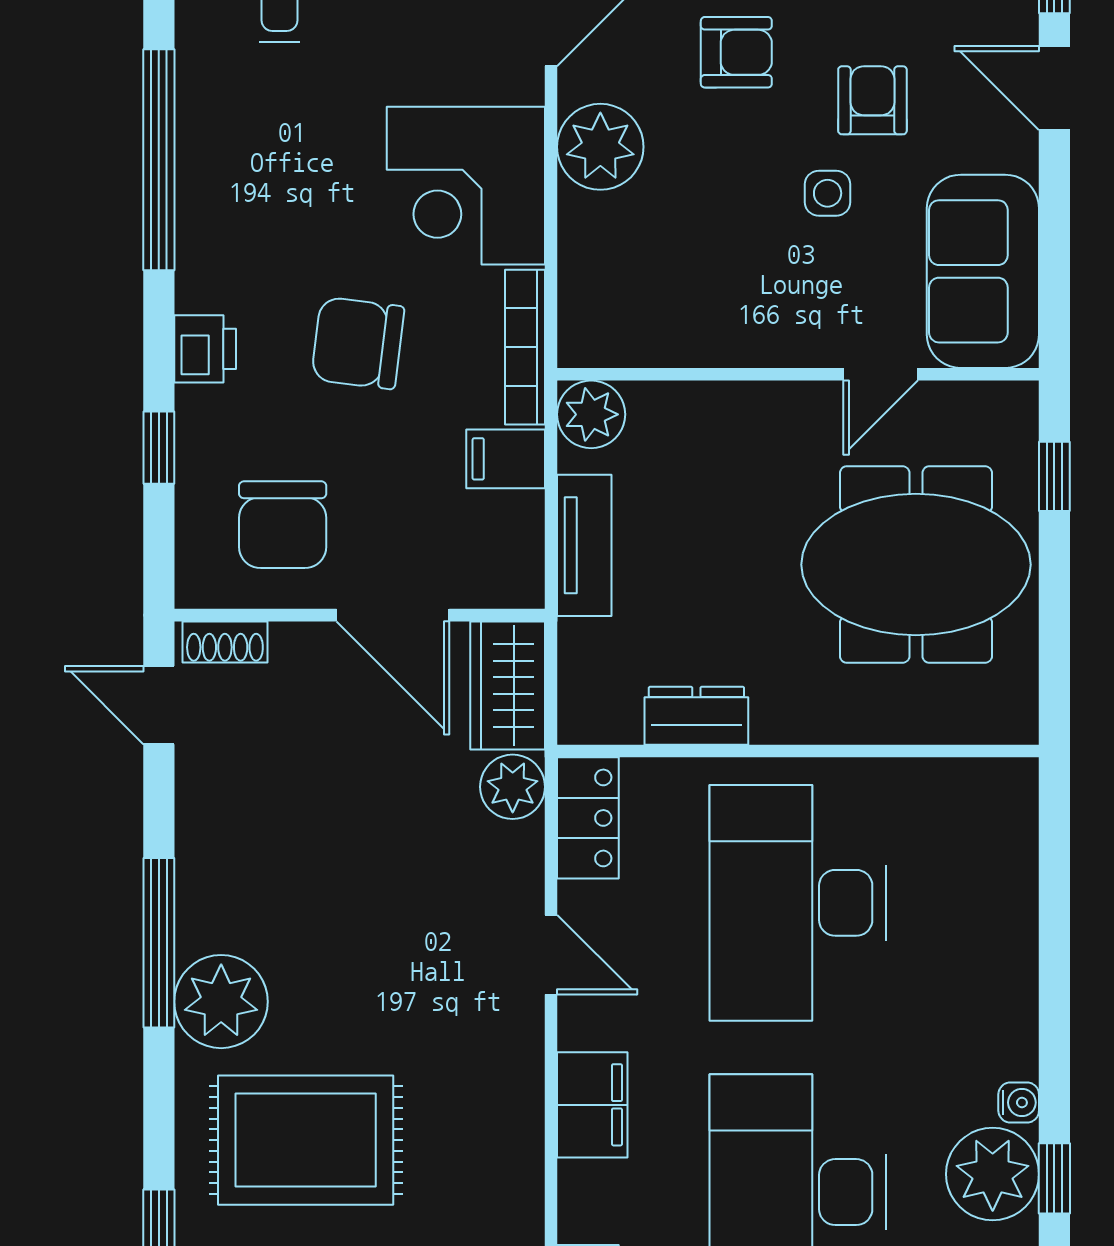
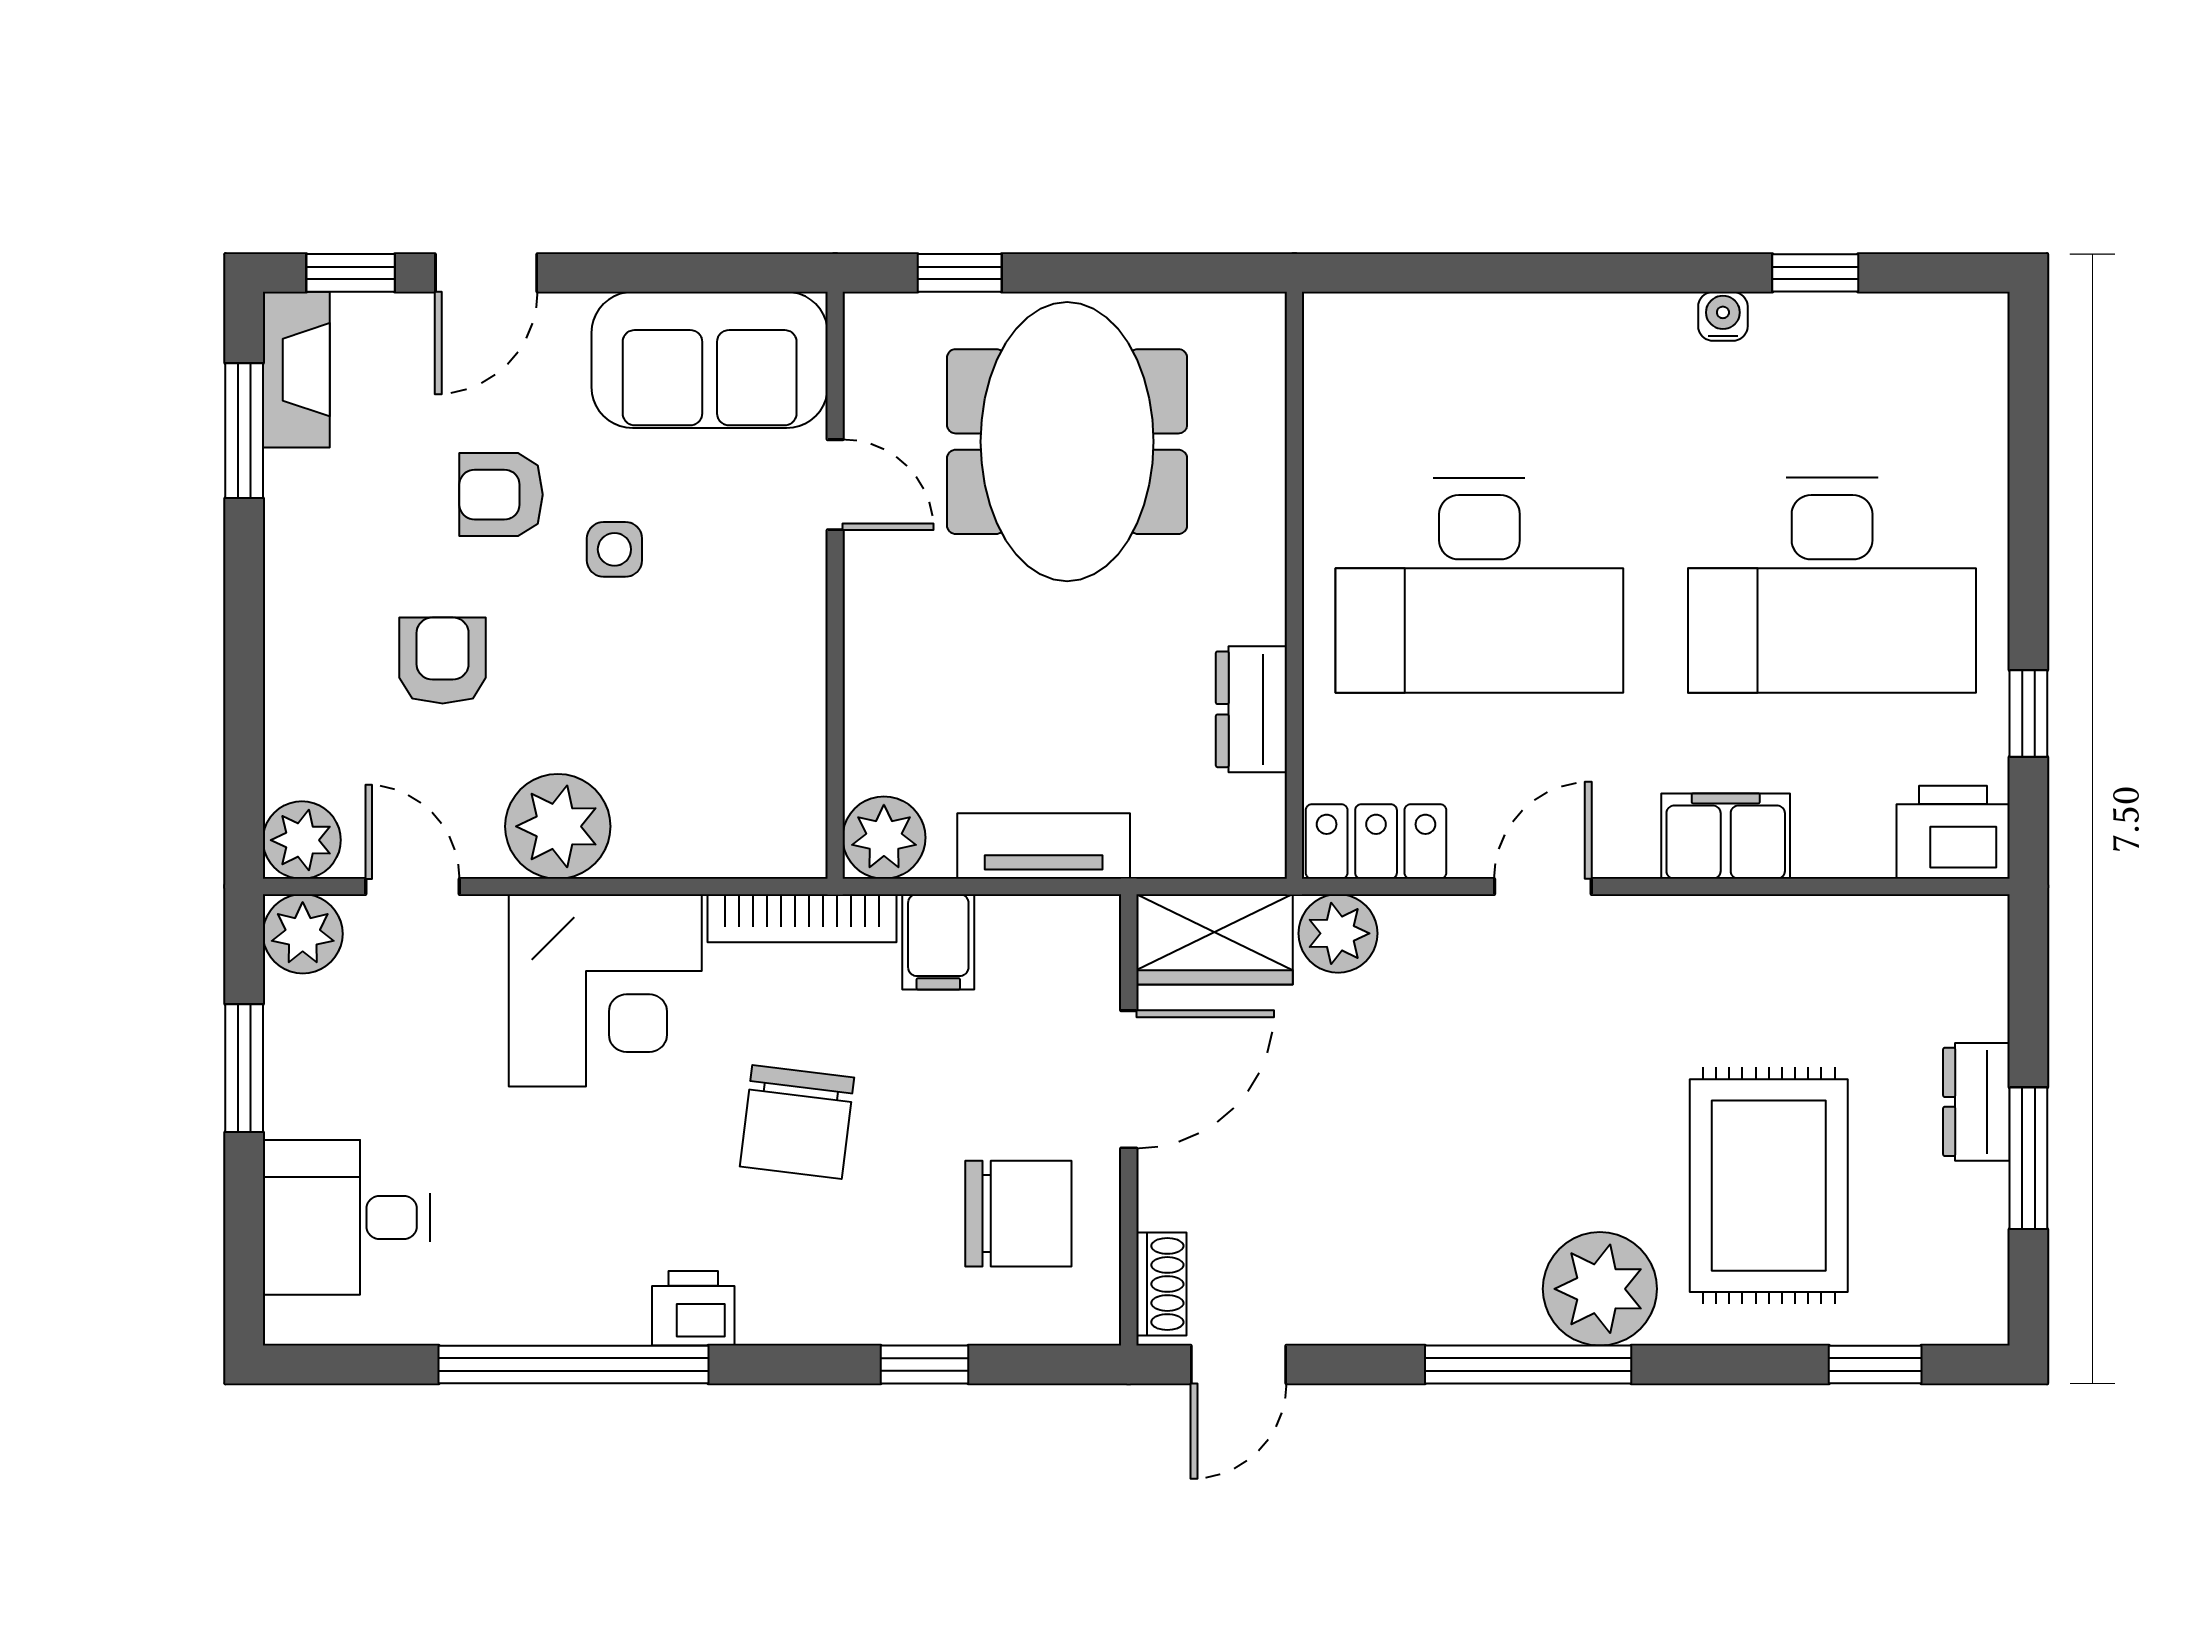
printer: (205, 349) -> (693, 1308), moved
plant: (993, 1174) -> (1810, 348), removed

